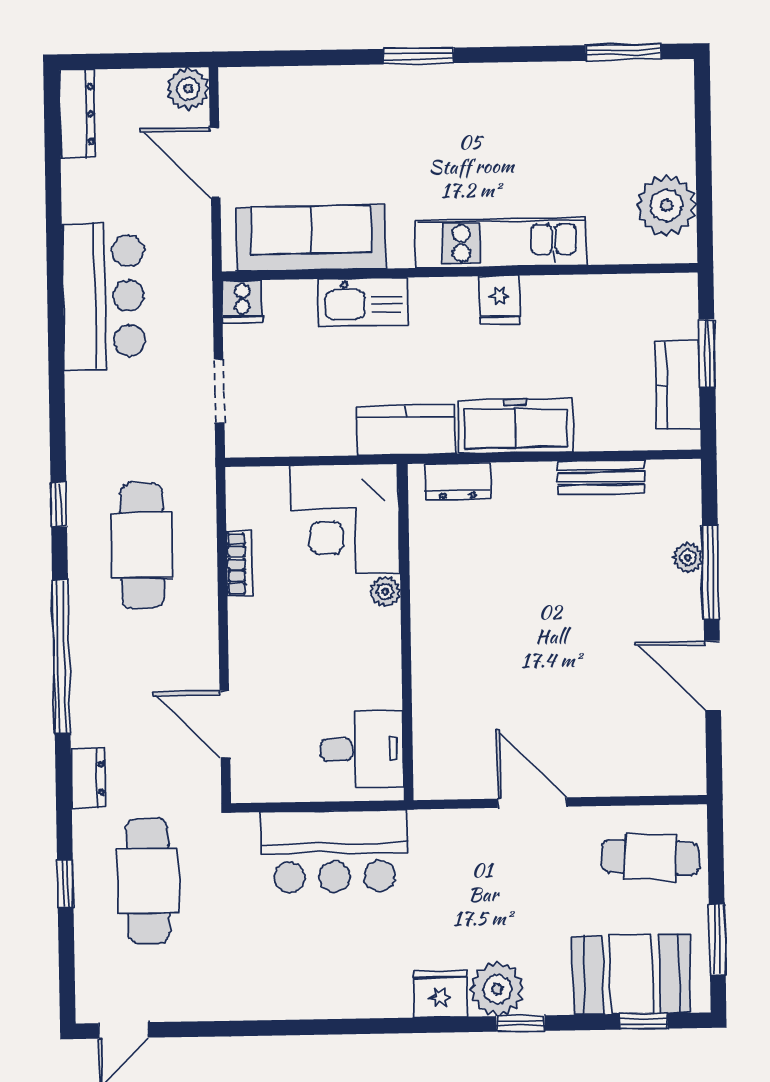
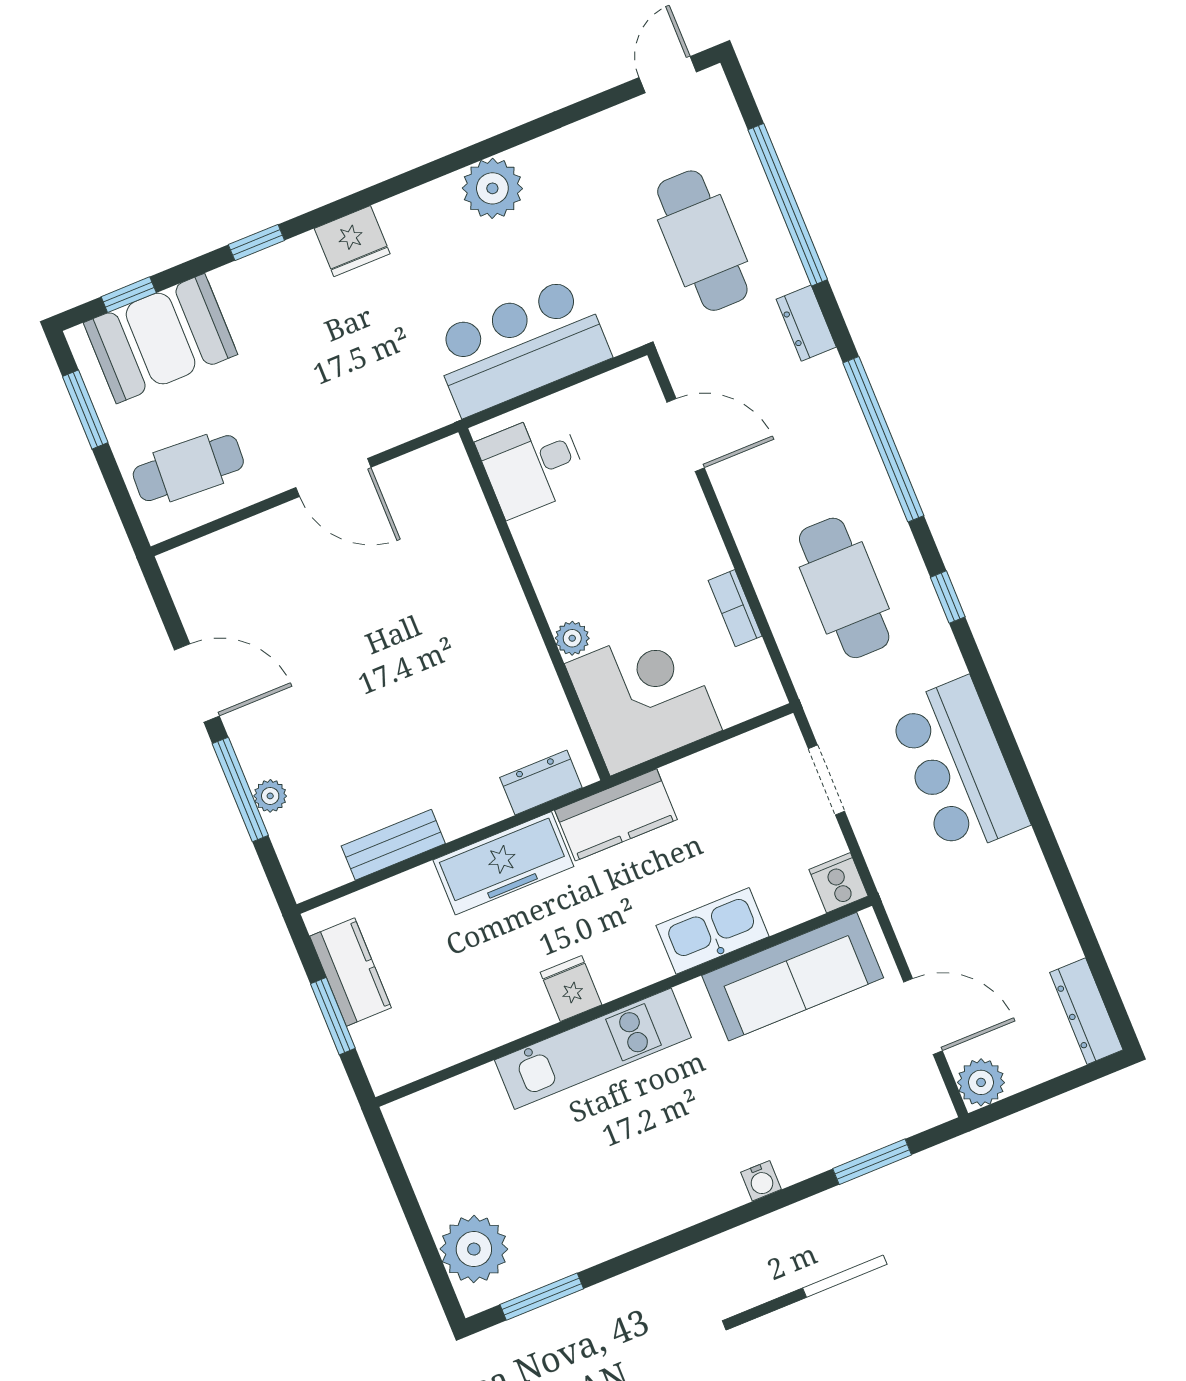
window: (419, 56) -> (872, 1162), moved
water cooler: (403, 78) -> (761, 1181), added
plant: (666, 205) -> (474, 1249), moved
bar counter: (103, 296) -> (958, 767), moved
window: (65, 883) -> (788, 205), width x3.17
plant: (497, 989) -> (492, 188), moved

